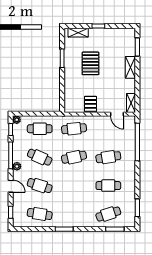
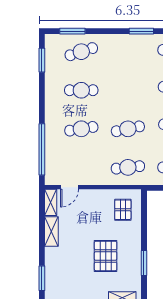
shelving: (130, 67) -> (51, 232), moved
pallet: (91, 104) -> (123, 210), moved
door: (117, 114) -> (70, 187), swing flipped

